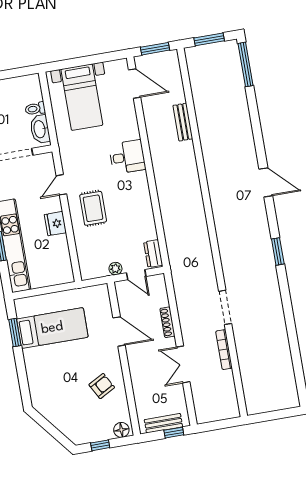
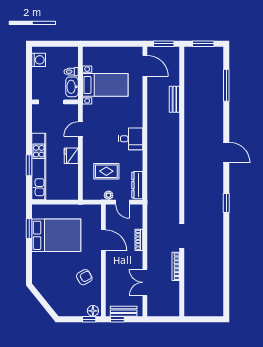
window: (245, 64) -> (226, 85), moved
bed with nightstands: (82, 97) -> (105, 85), moved, turned -90
desk: (127, 157) -> (131, 139), moved
rug: (93, 208) -> (106, 171), moved, turned 90
dresser: (153, 254) -> (137, 185), width x1.44
bed: (52, 328) -> (56, 235), width x1.50
double door: (183, 364) -> (145, 282), moved
window: (174, 433) -> (117, 319), moved
window: (100, 445) -> (89, 319), moved

